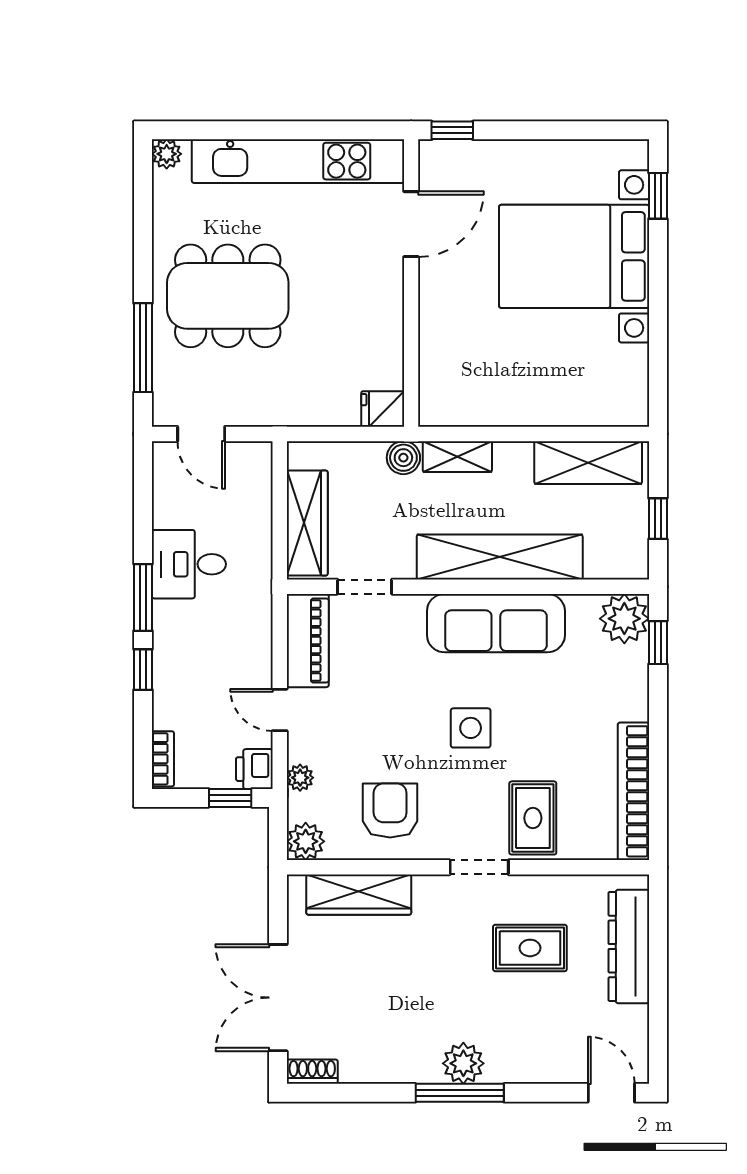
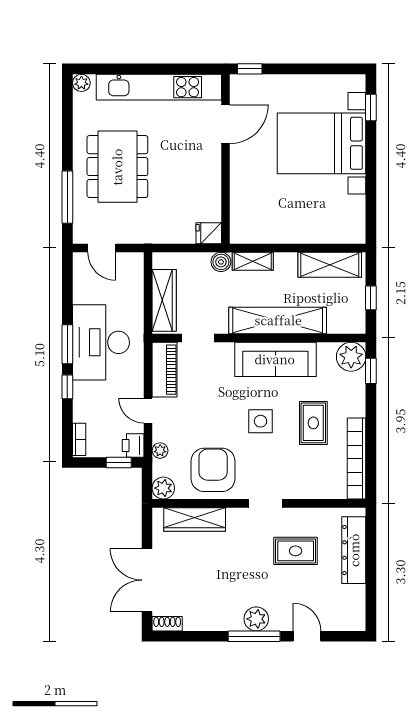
dining table: (228, 296) -> (117, 167), turned 90
desk: (189, 564) -> (101, 342), width x1.87, depth x1.30
armchair: (390, 810) -> (213, 470), width x1.36, depth x1.36
rug: (533, 818) -> (313, 423), moved
door: (611, 1093) -> (307, 636), moved

